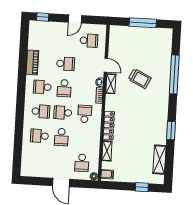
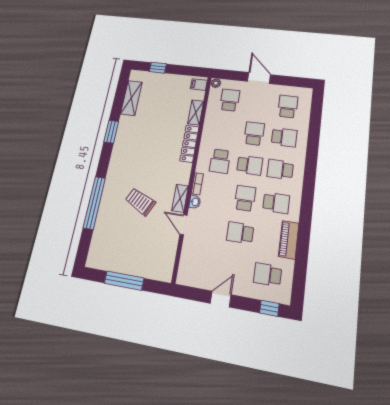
school desk: (89, 41) -> (268, 275), moved
school desk: (38, 160) -> (288, 107), added

